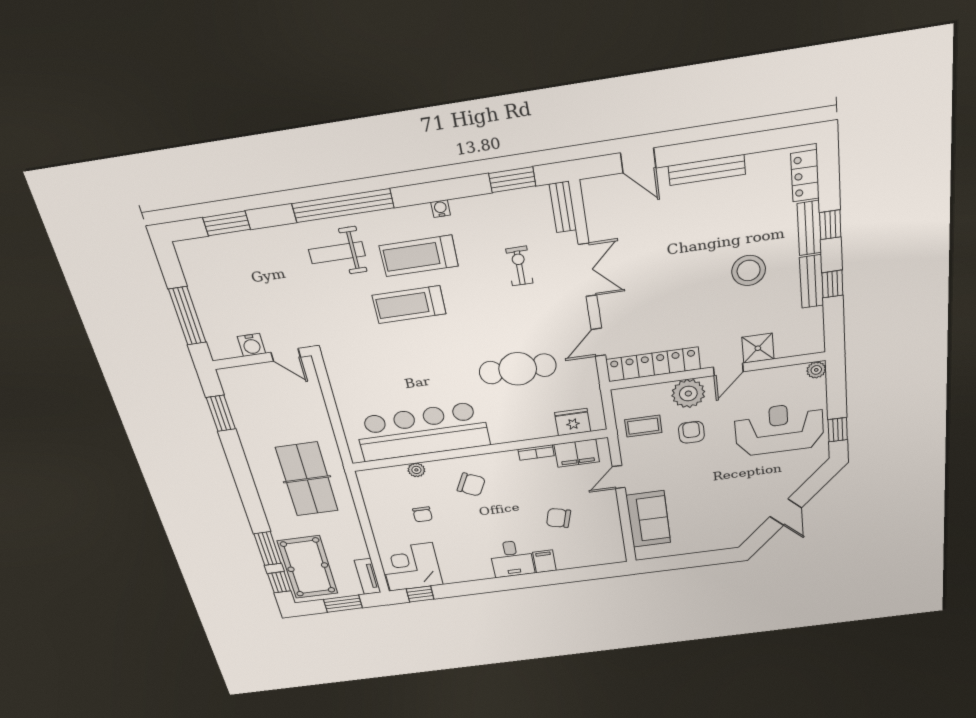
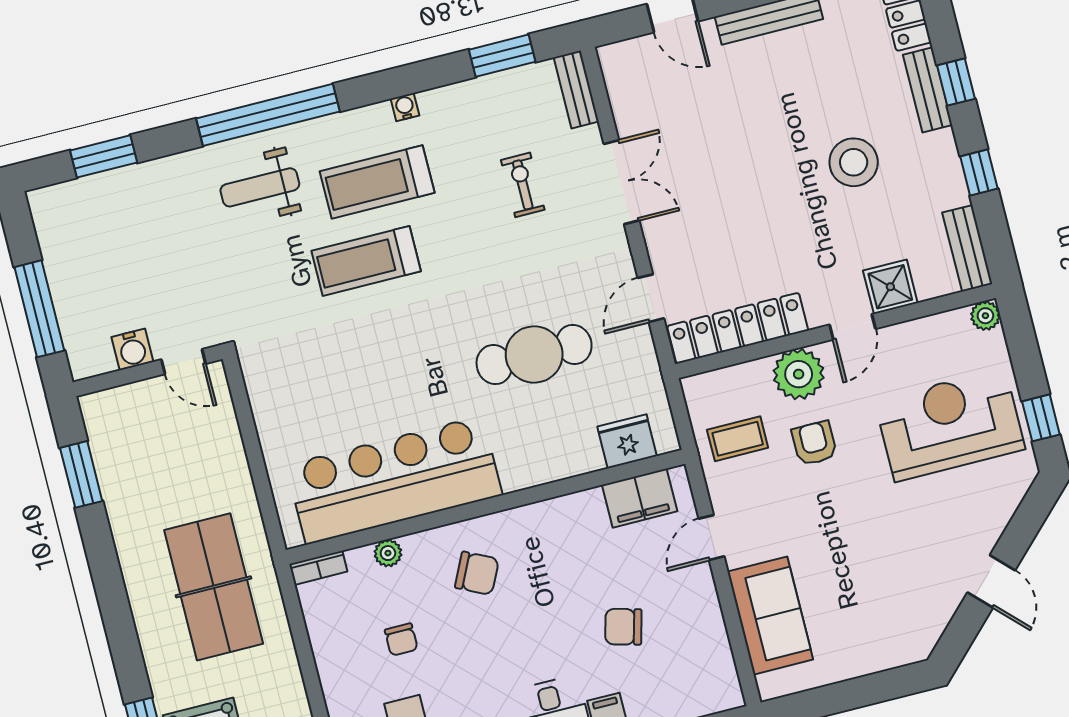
bench: (812, 281) -> (967, 248), moved
bookcase: (536, 452) -> (318, 568), moved

